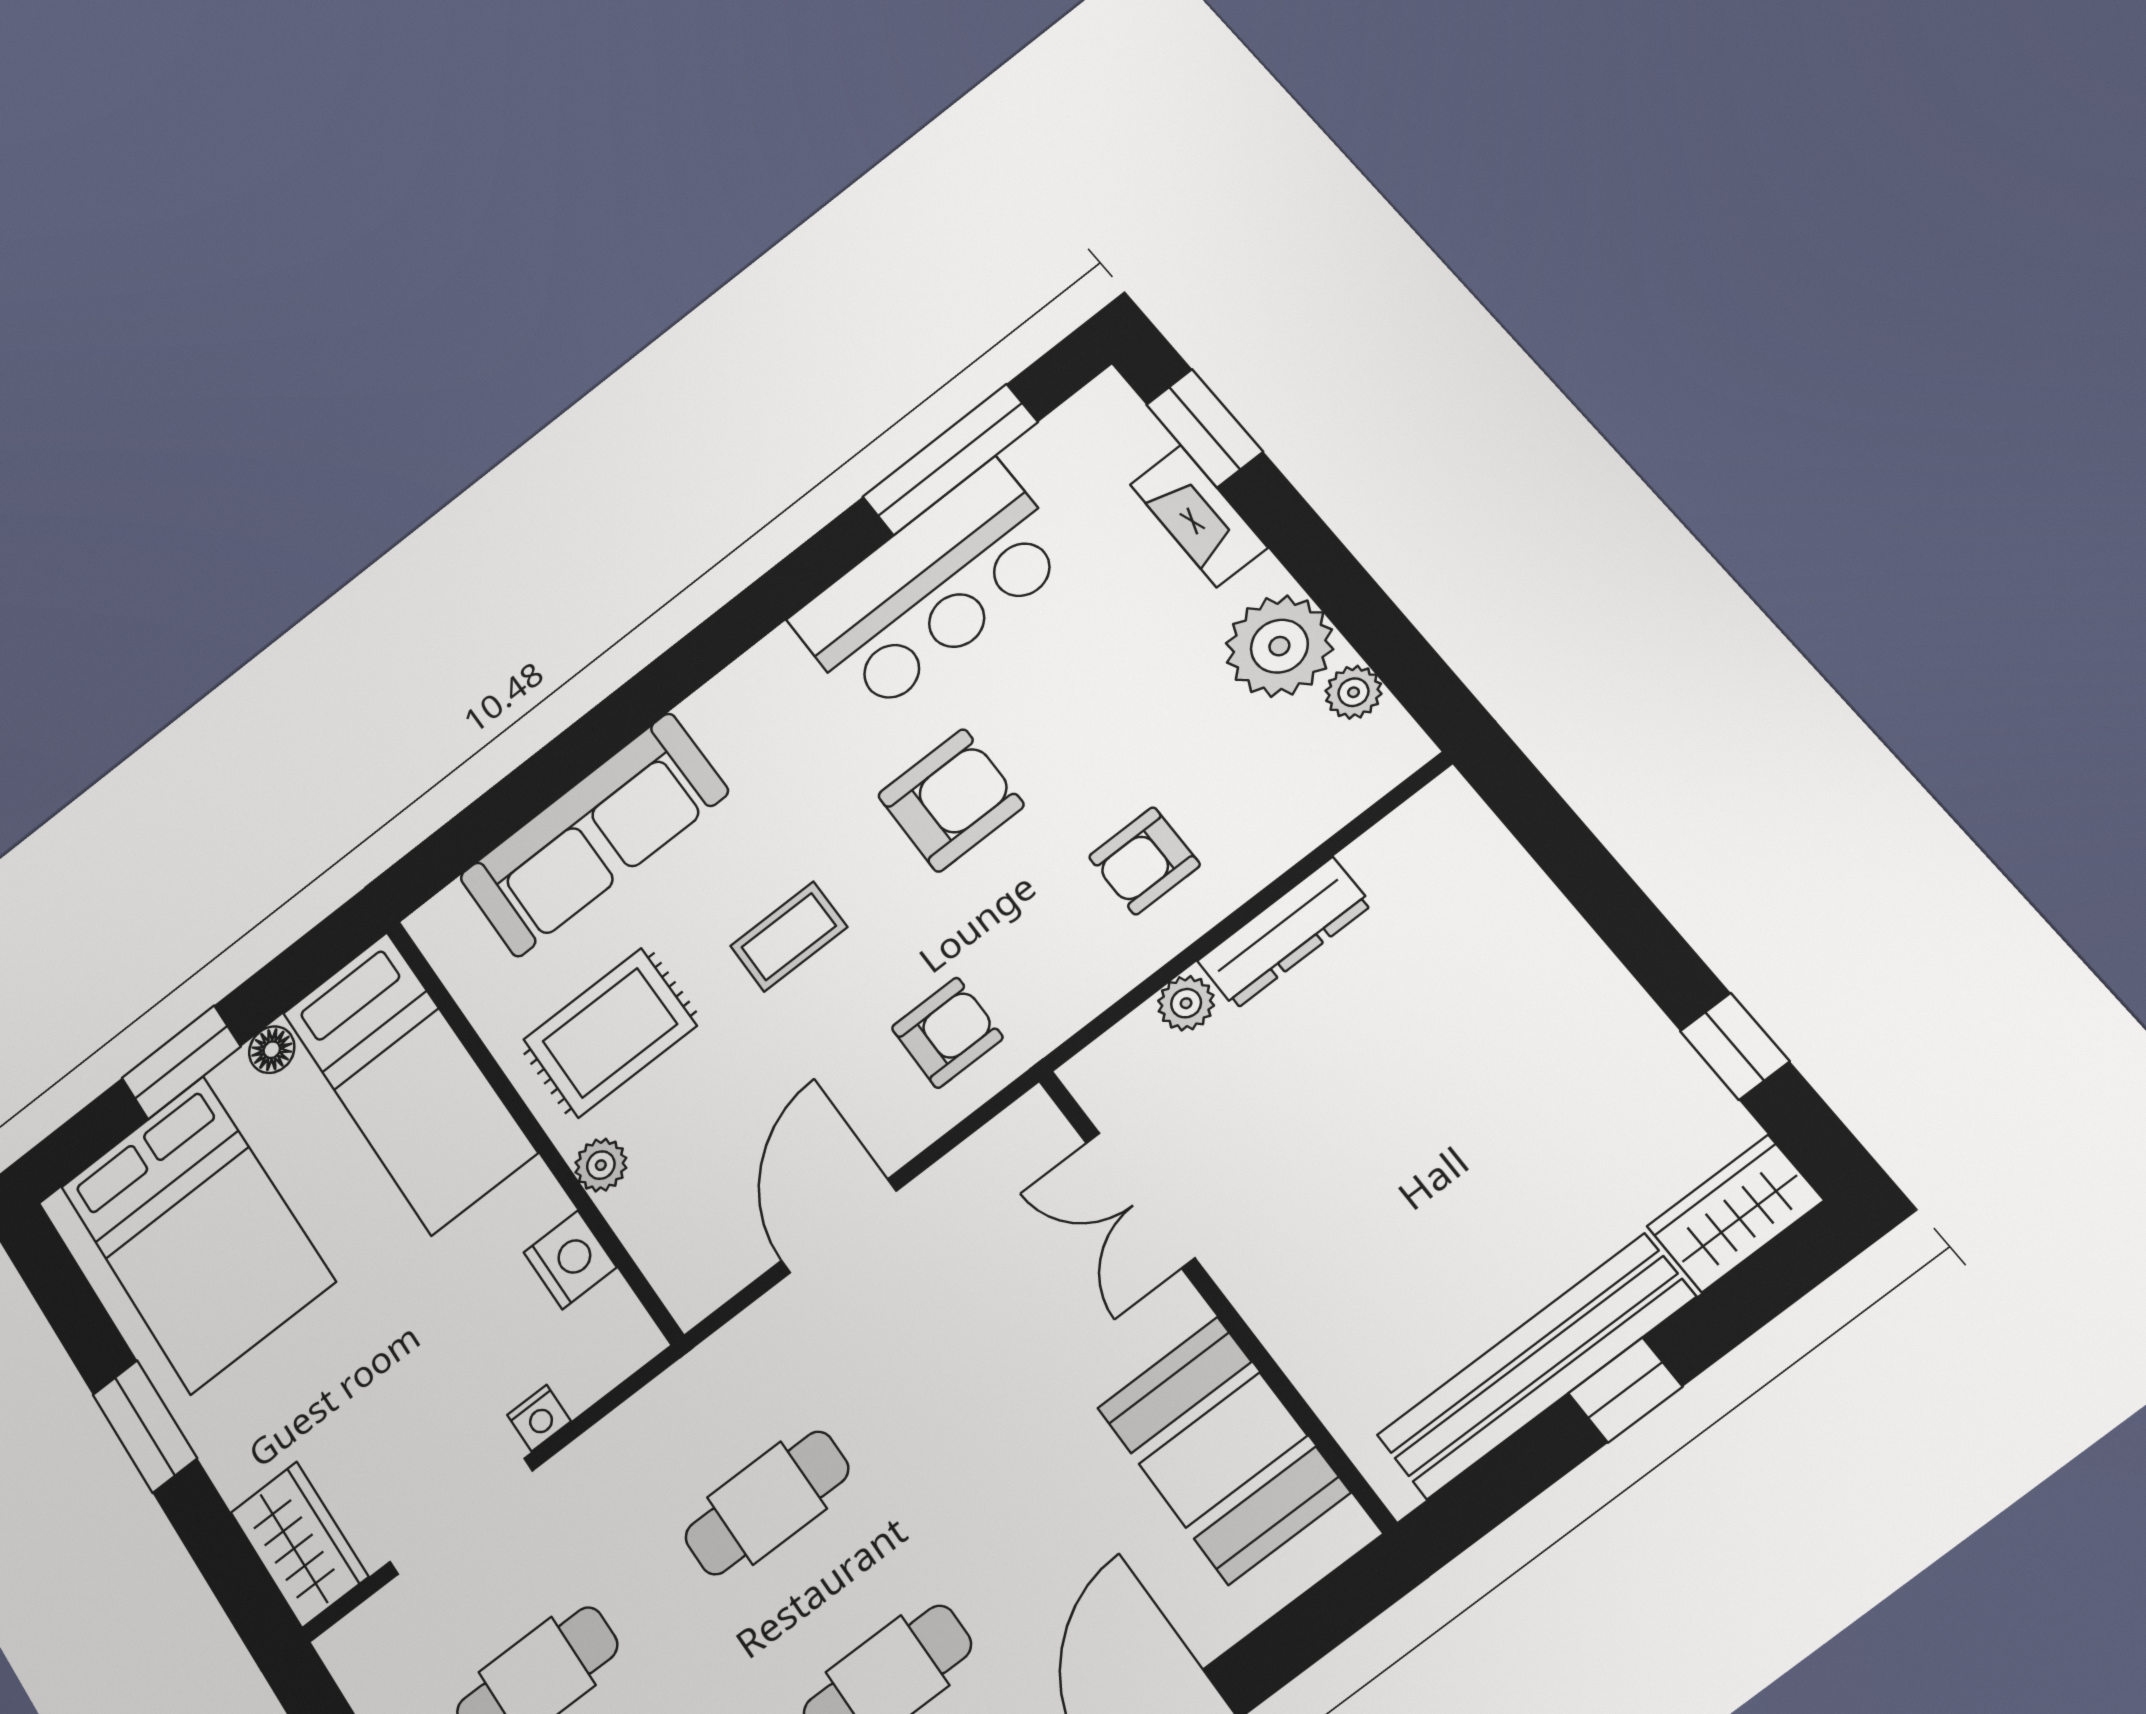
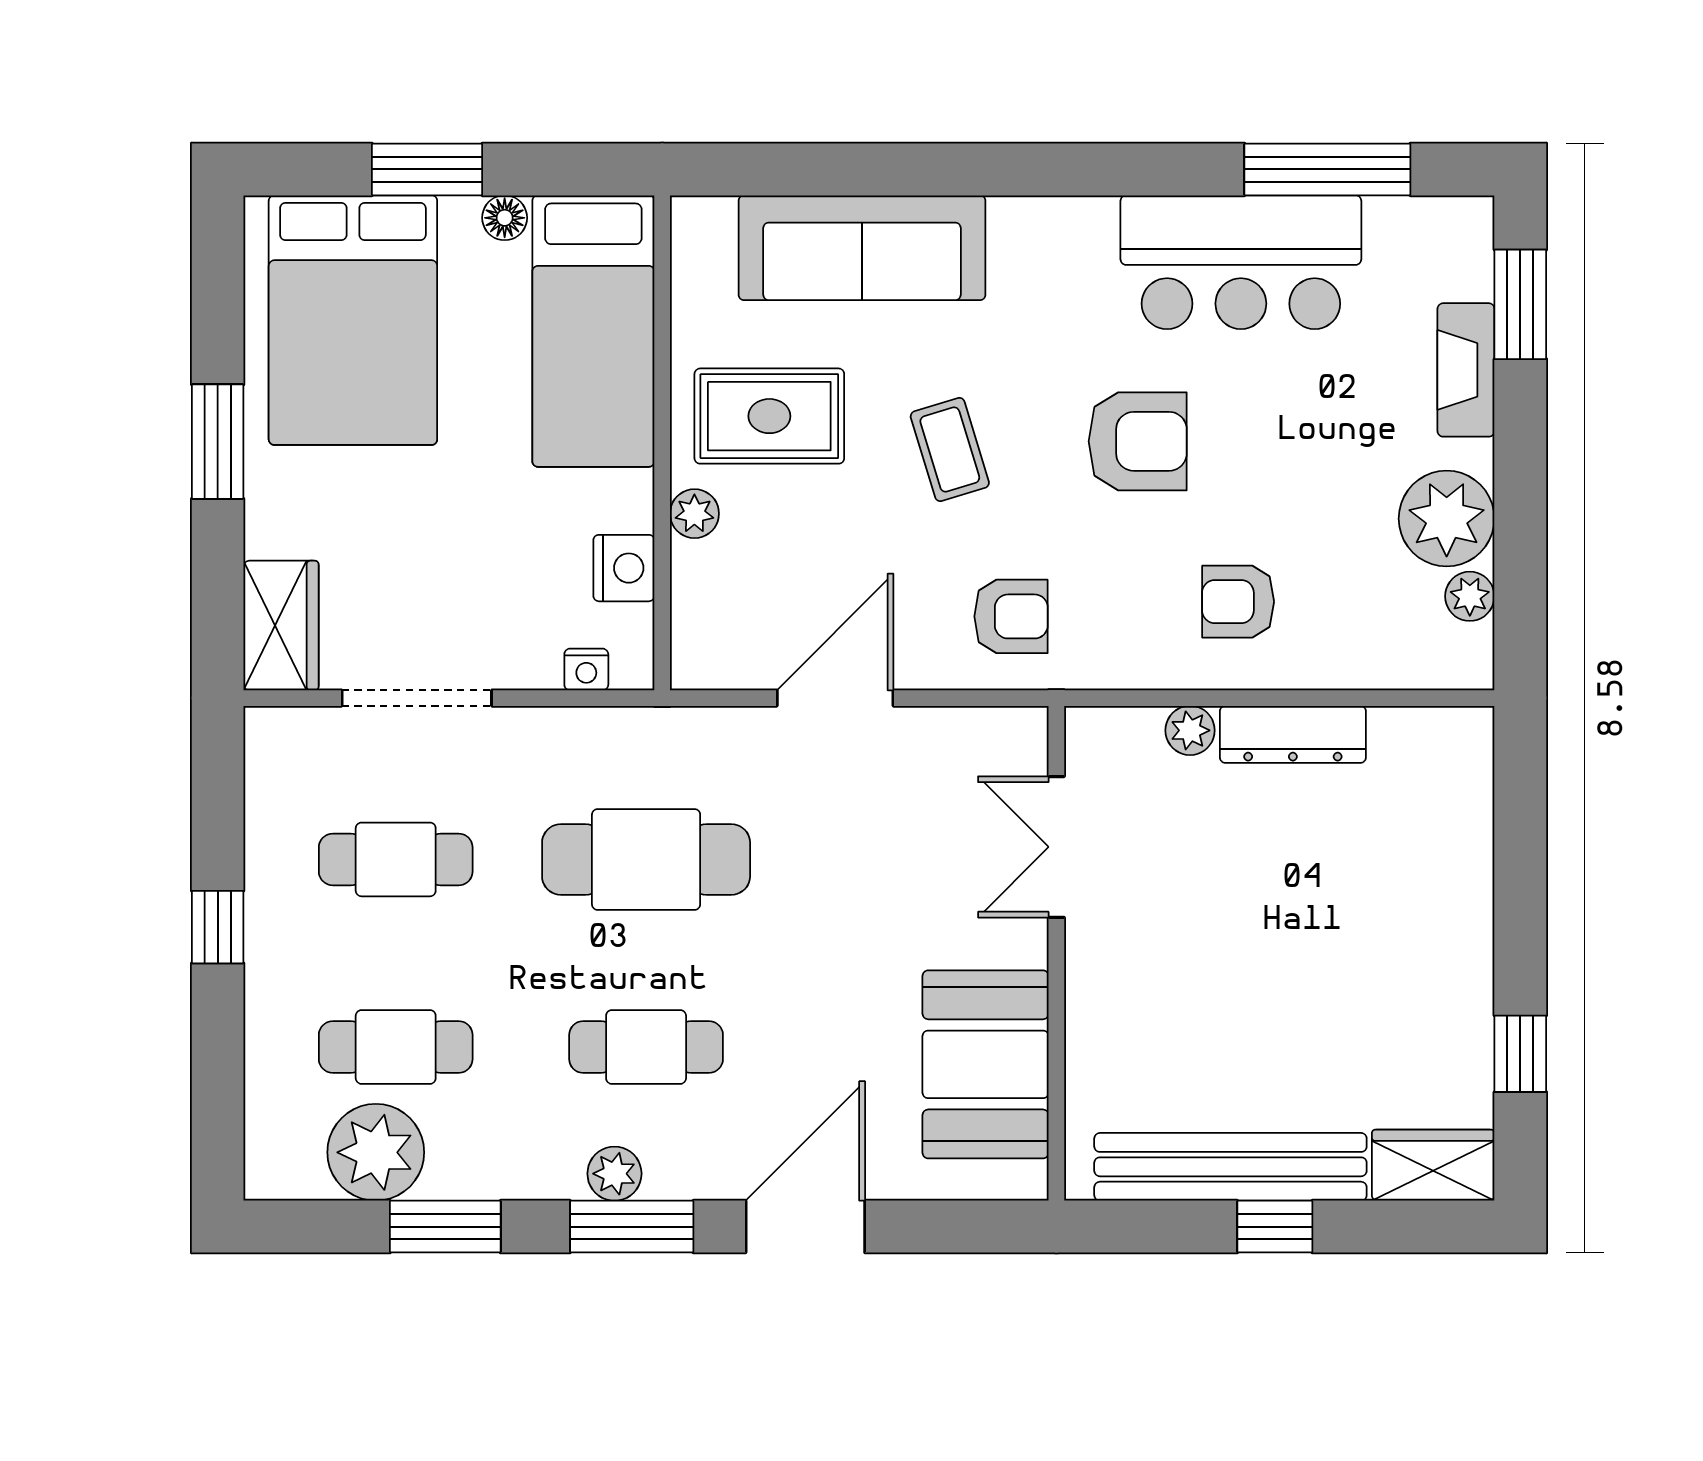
coffee table: (789, 937) -> (950, 449), turned 73
nightstand: (539, 1418) -> (586, 669), moved
cafe table: (767, 1503) -> (646, 859), width x1.37, depth x1.35

